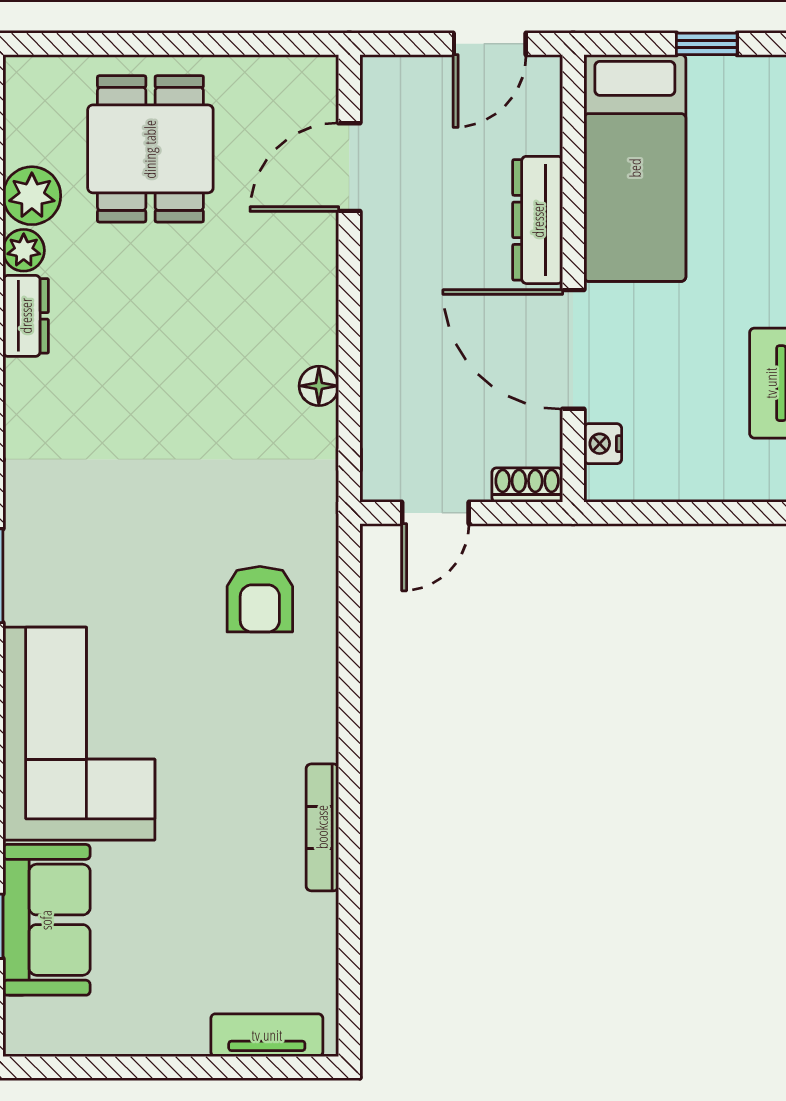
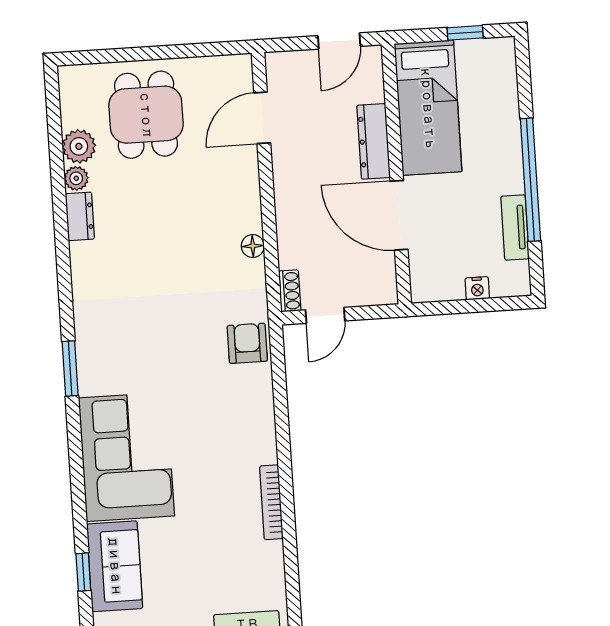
nightstand: (603, 444) -> (477, 288), moved, turned -90
shoe rack: (527, 485) -> (290, 291), moved, turned 90
armchair: (260, 599) -> (247, 343), moved, turned 180

